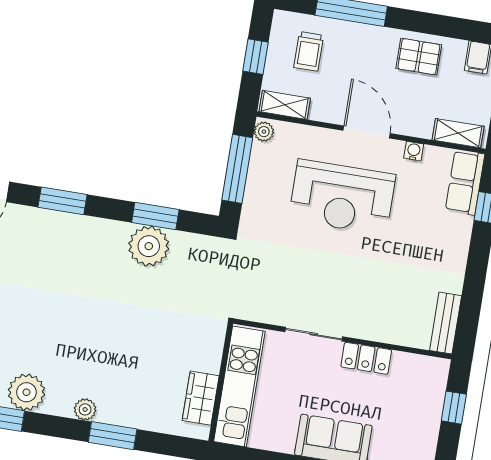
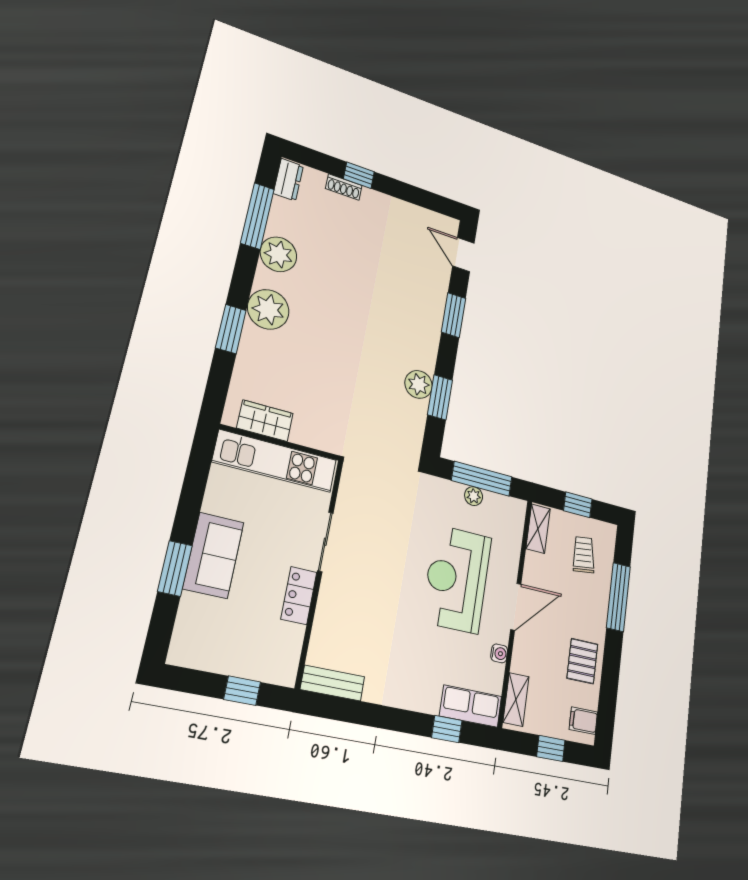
trolley: (309, 51) -> (584, 555), turned 83
plant: (264, 132) -> (474, 496), moved
plant: (149, 246) -> (419, 384), width x0.73, depth x0.73
plant: (85, 409) -> (268, 309), width x1.87, depth x1.87

